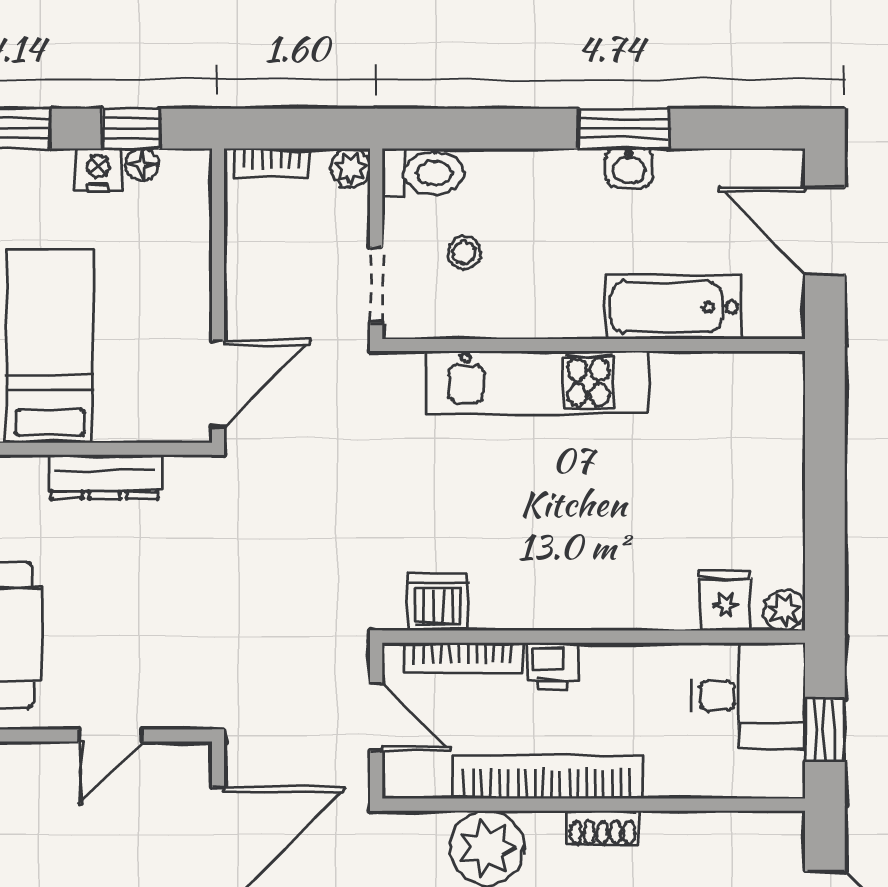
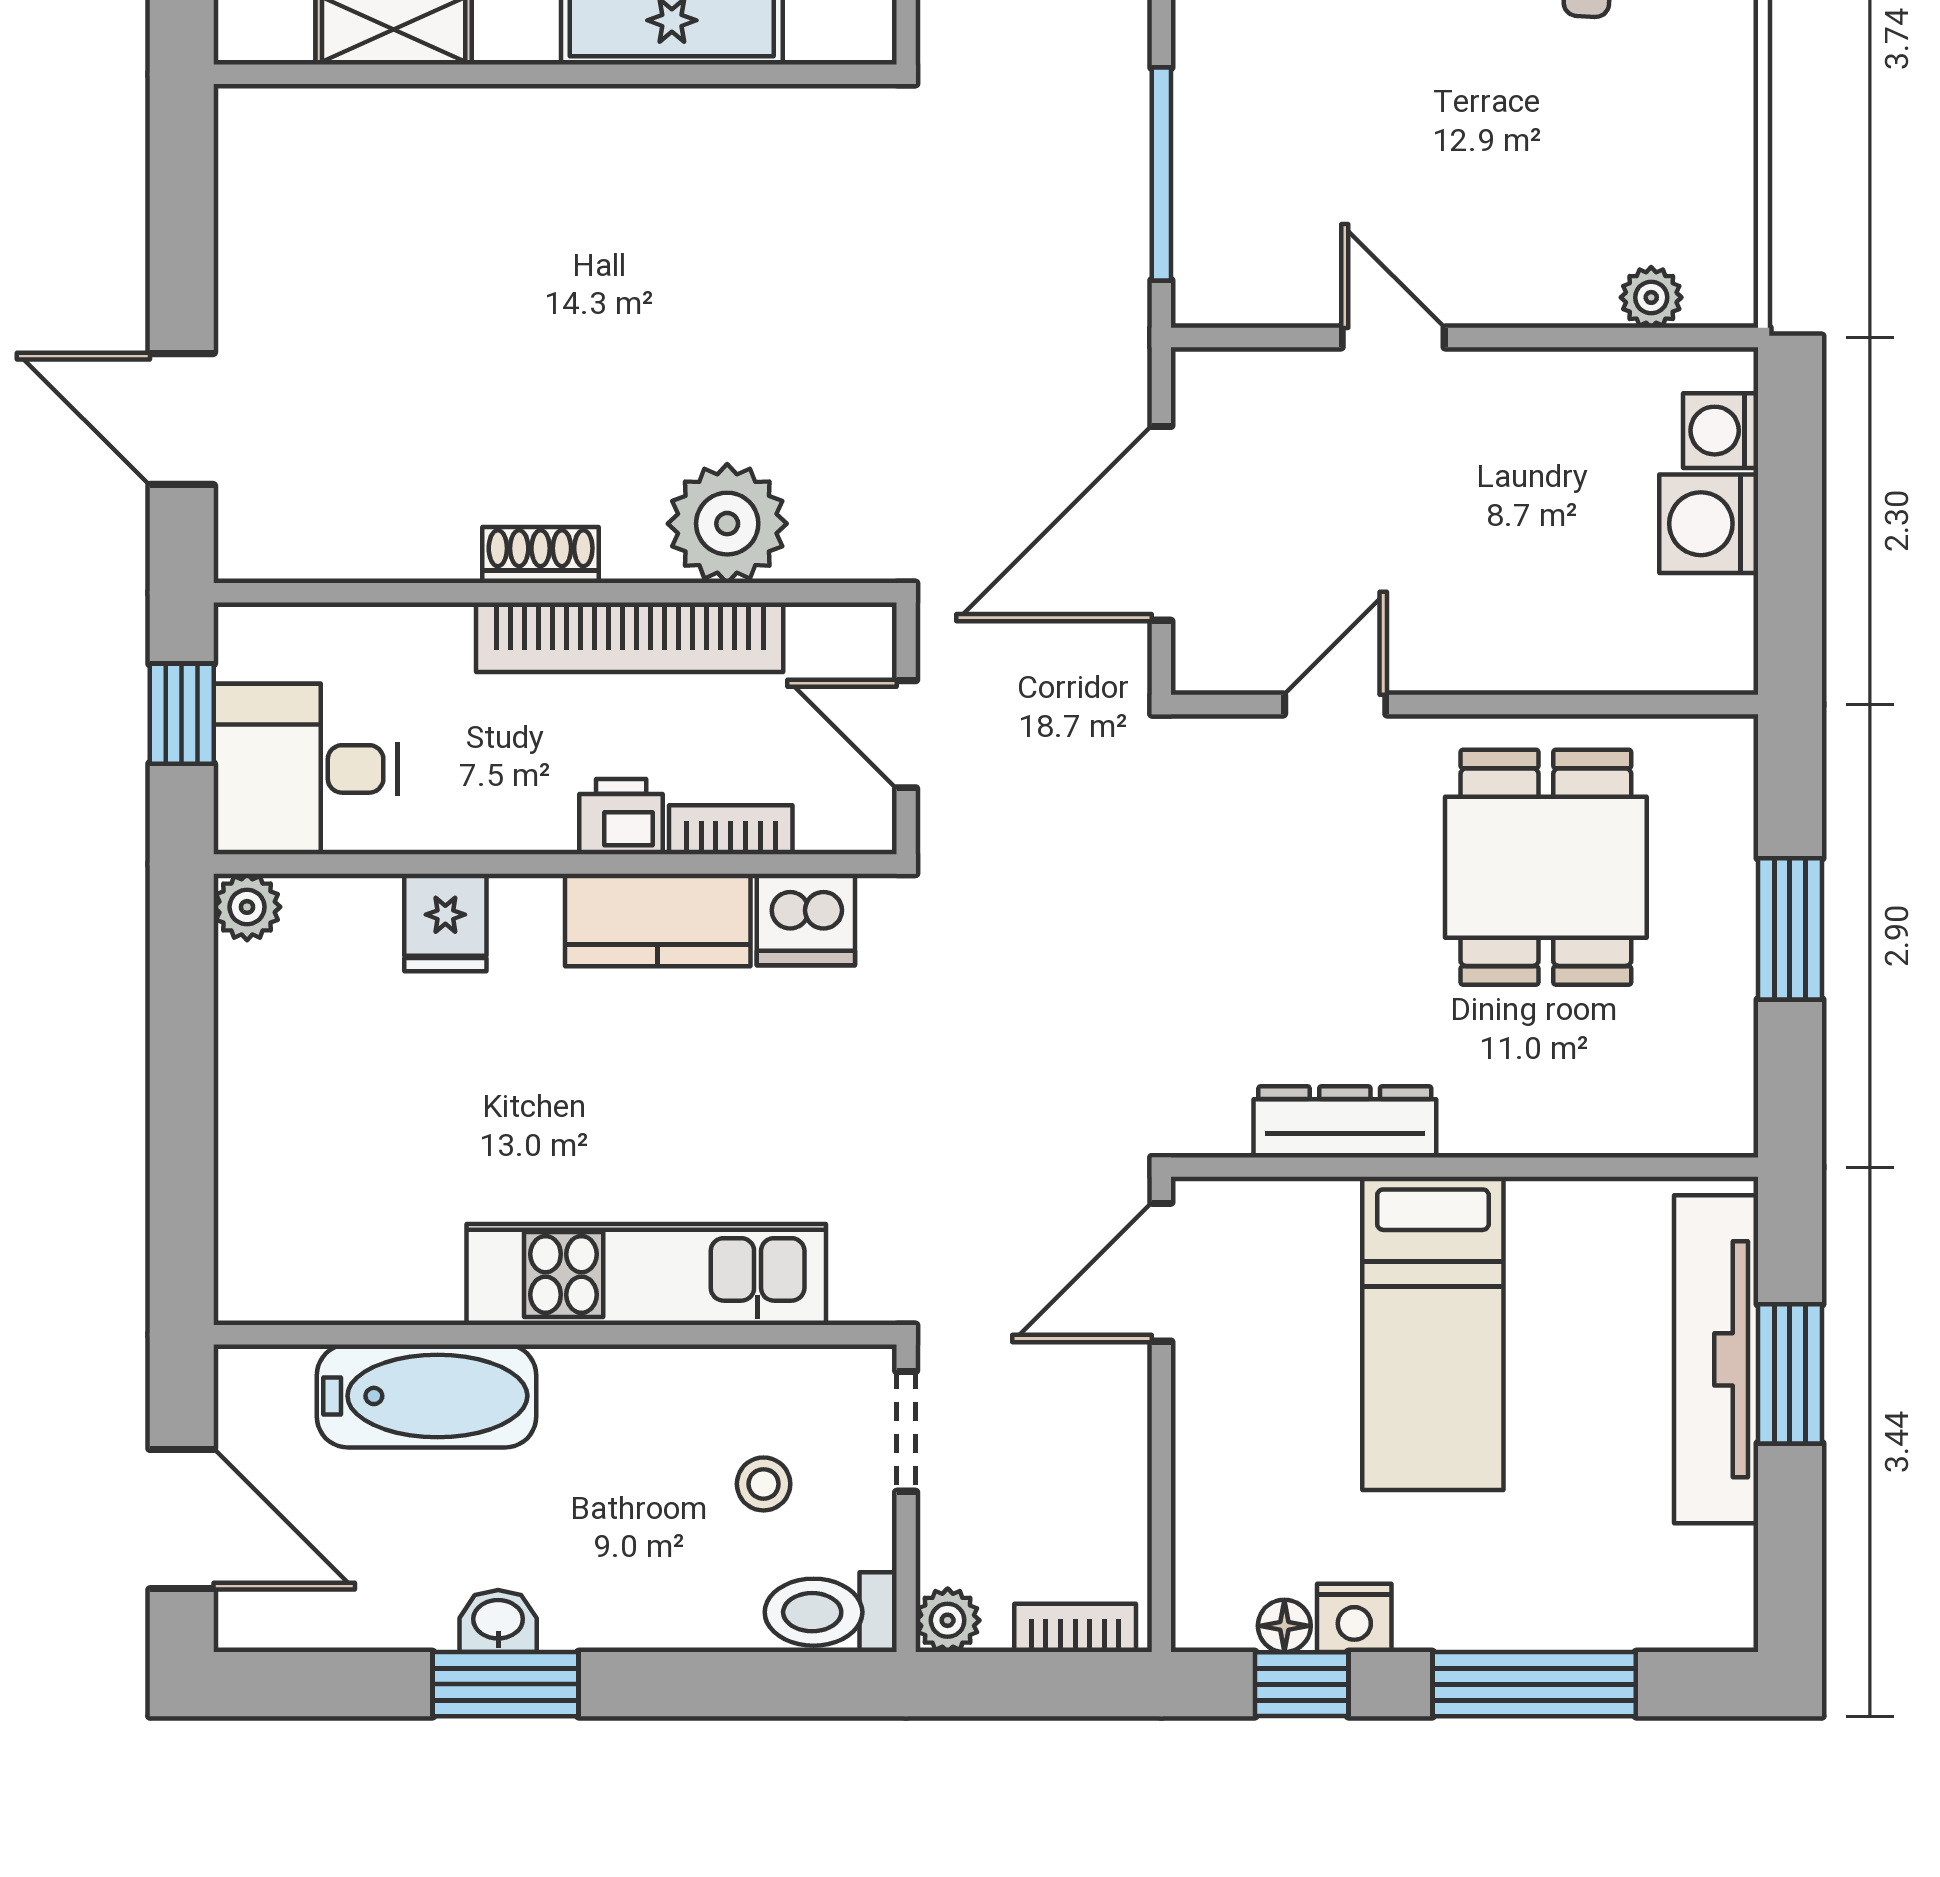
fridge: (726, 600) -> (445, 923), moved
kitchen counter: (530, 602) -> (658, 920), added
bookcase: (463, 658) -> (731, 830), width x0.64

